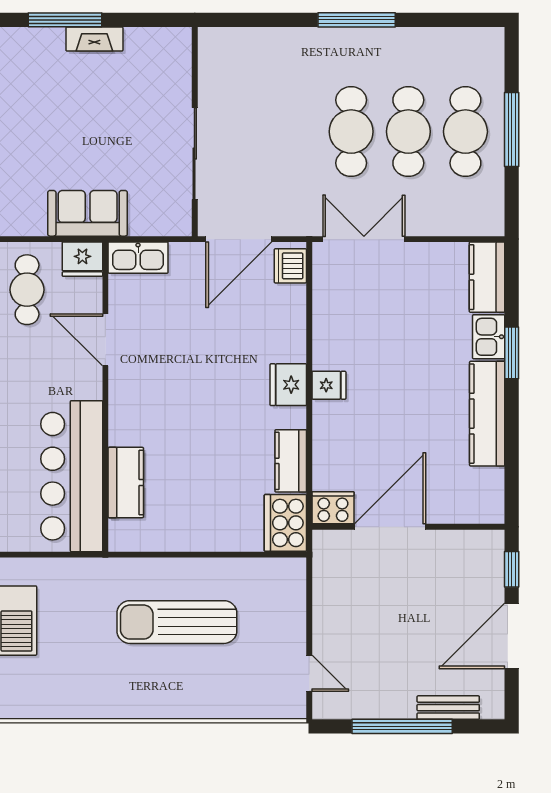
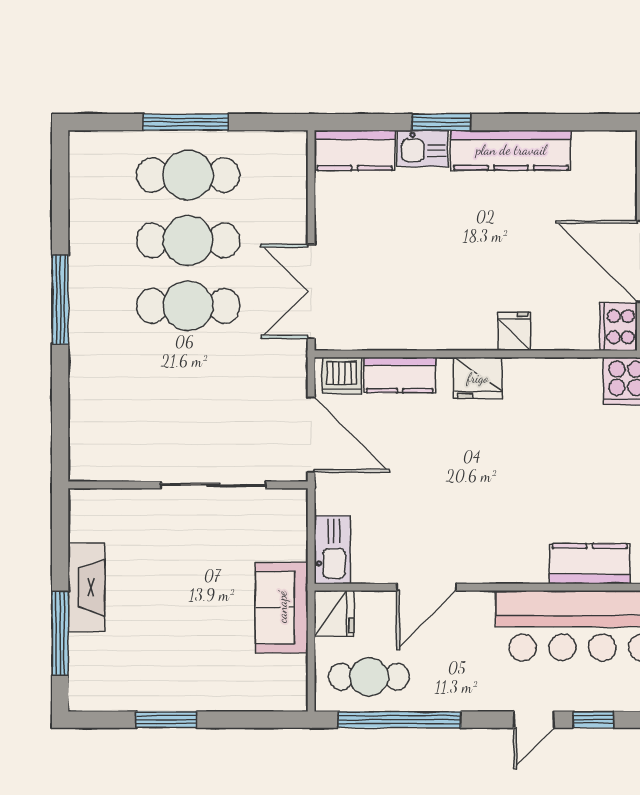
fireplace: (94, 39) -> (86, 588), width x1.37, depth x1.32
fridge: (329, 385) -> (514, 331), moved
kitchen counter: (291, 461) -> (400, 375), moved

